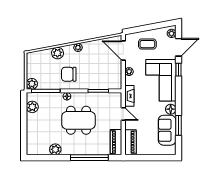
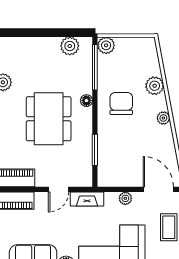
door: (123, 51) -> (158, 189), hinge flipped

